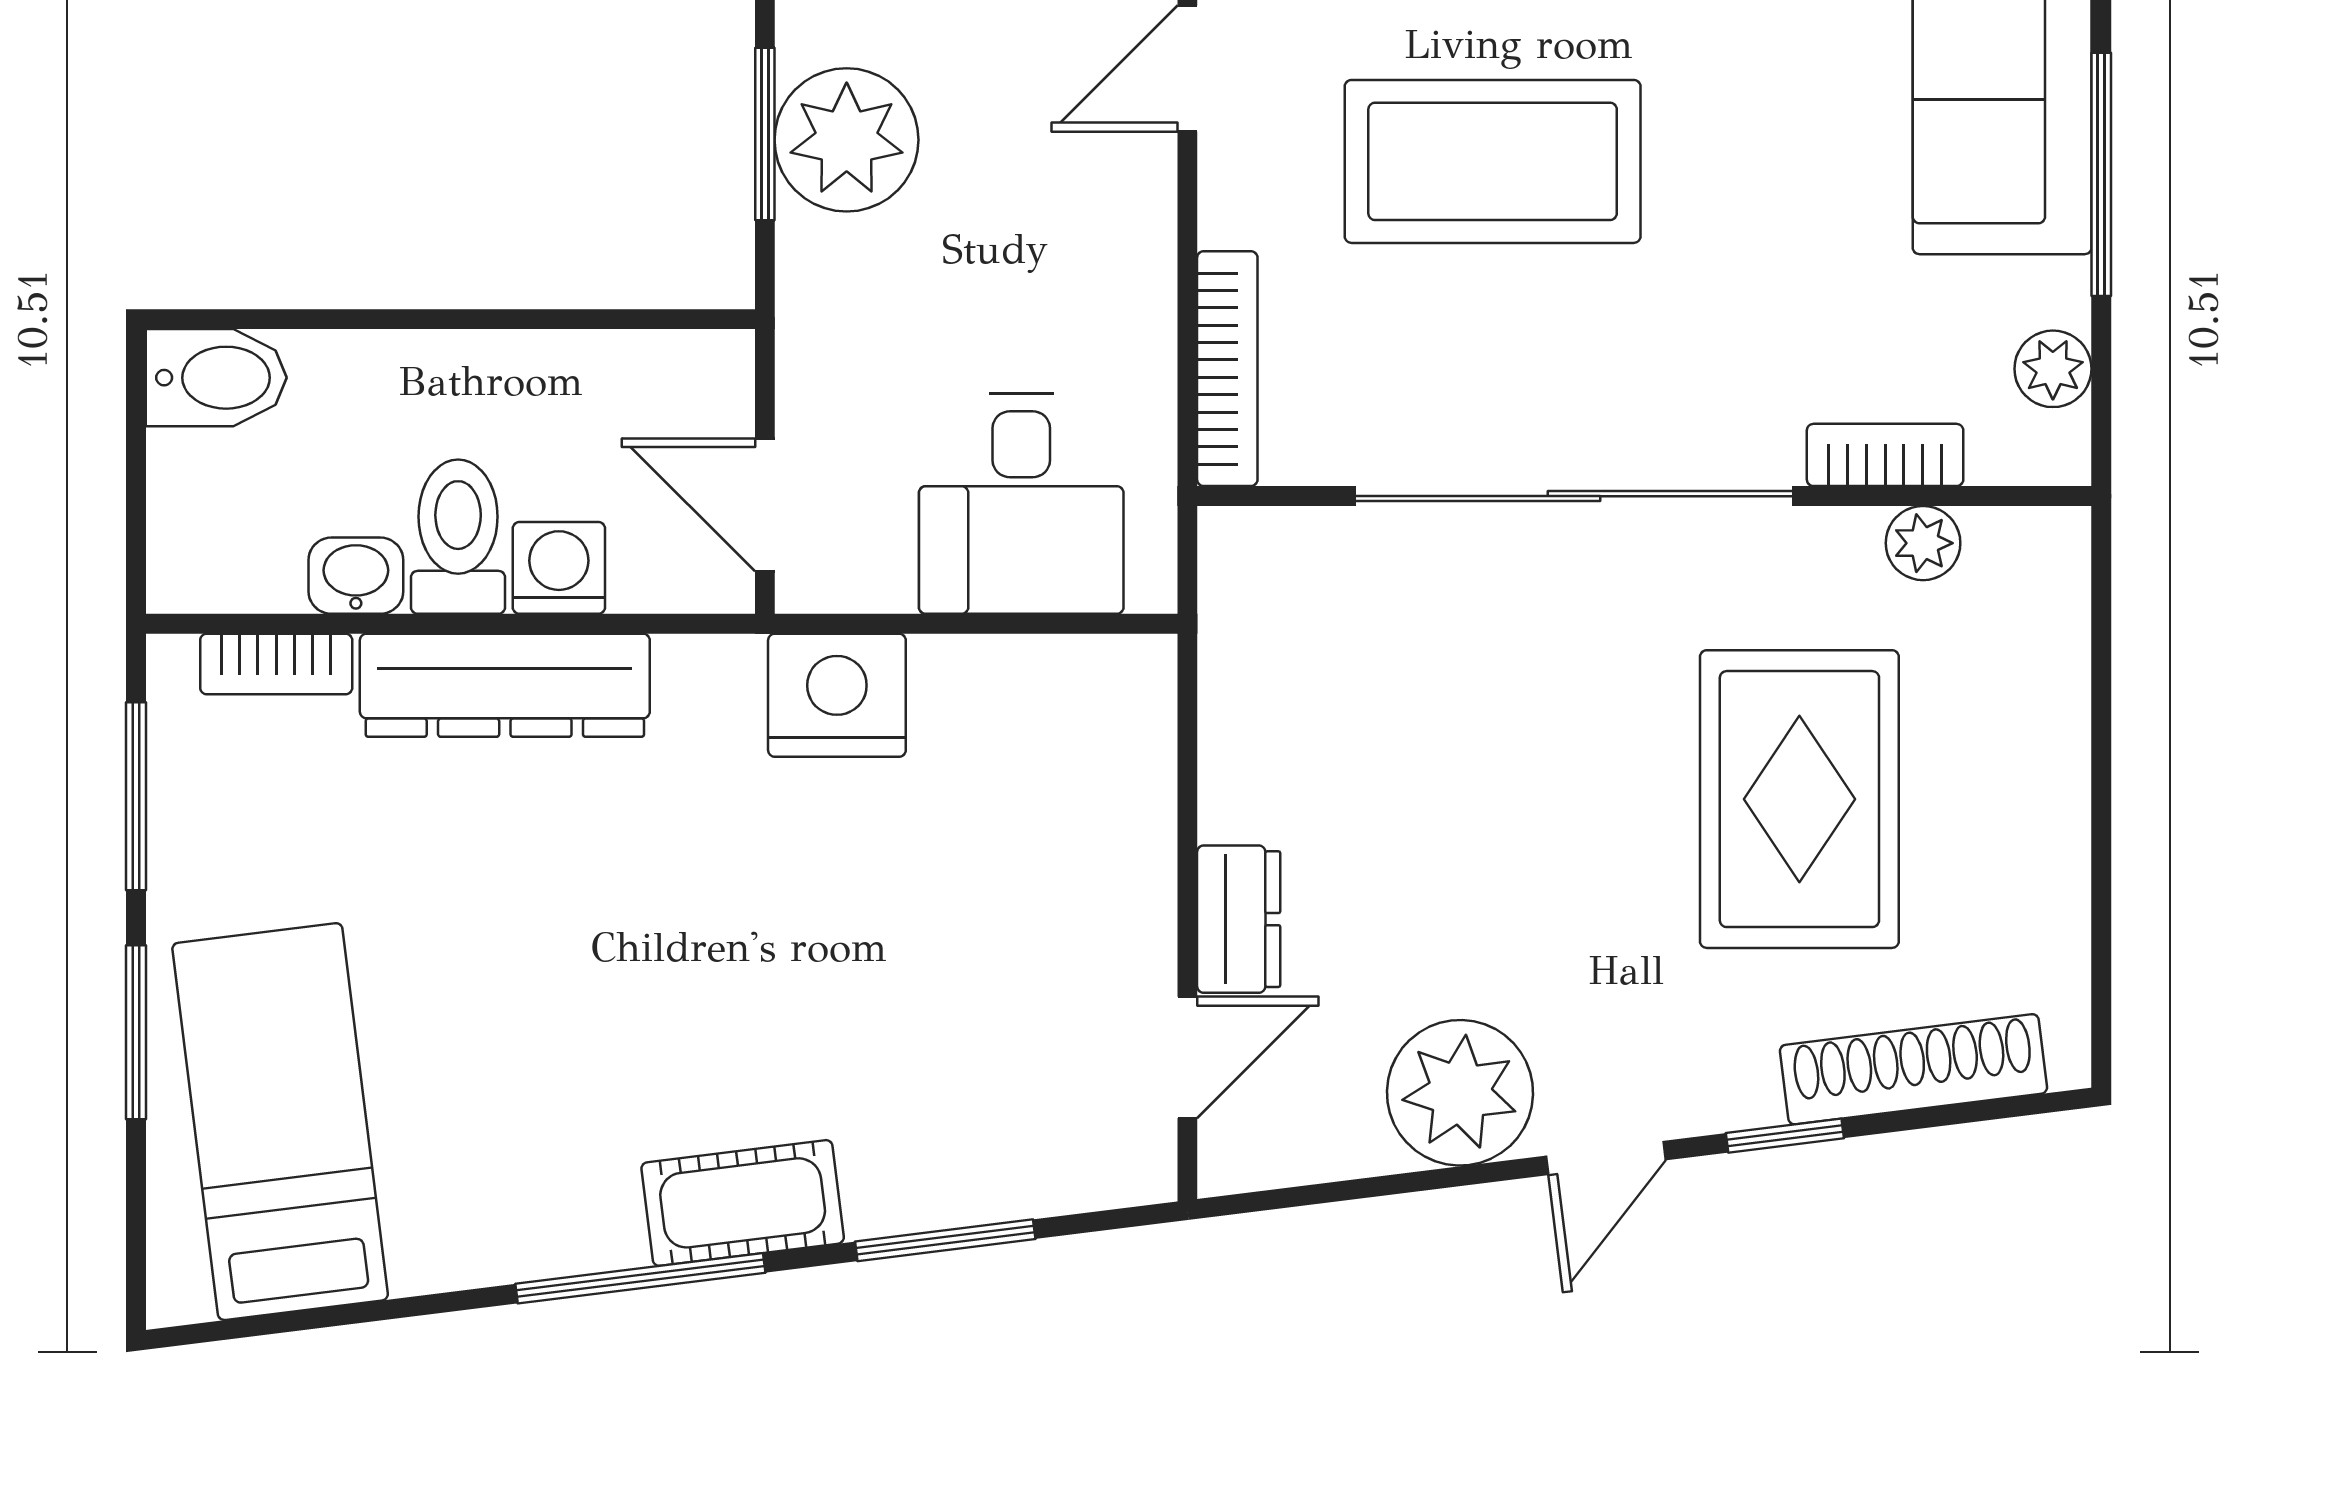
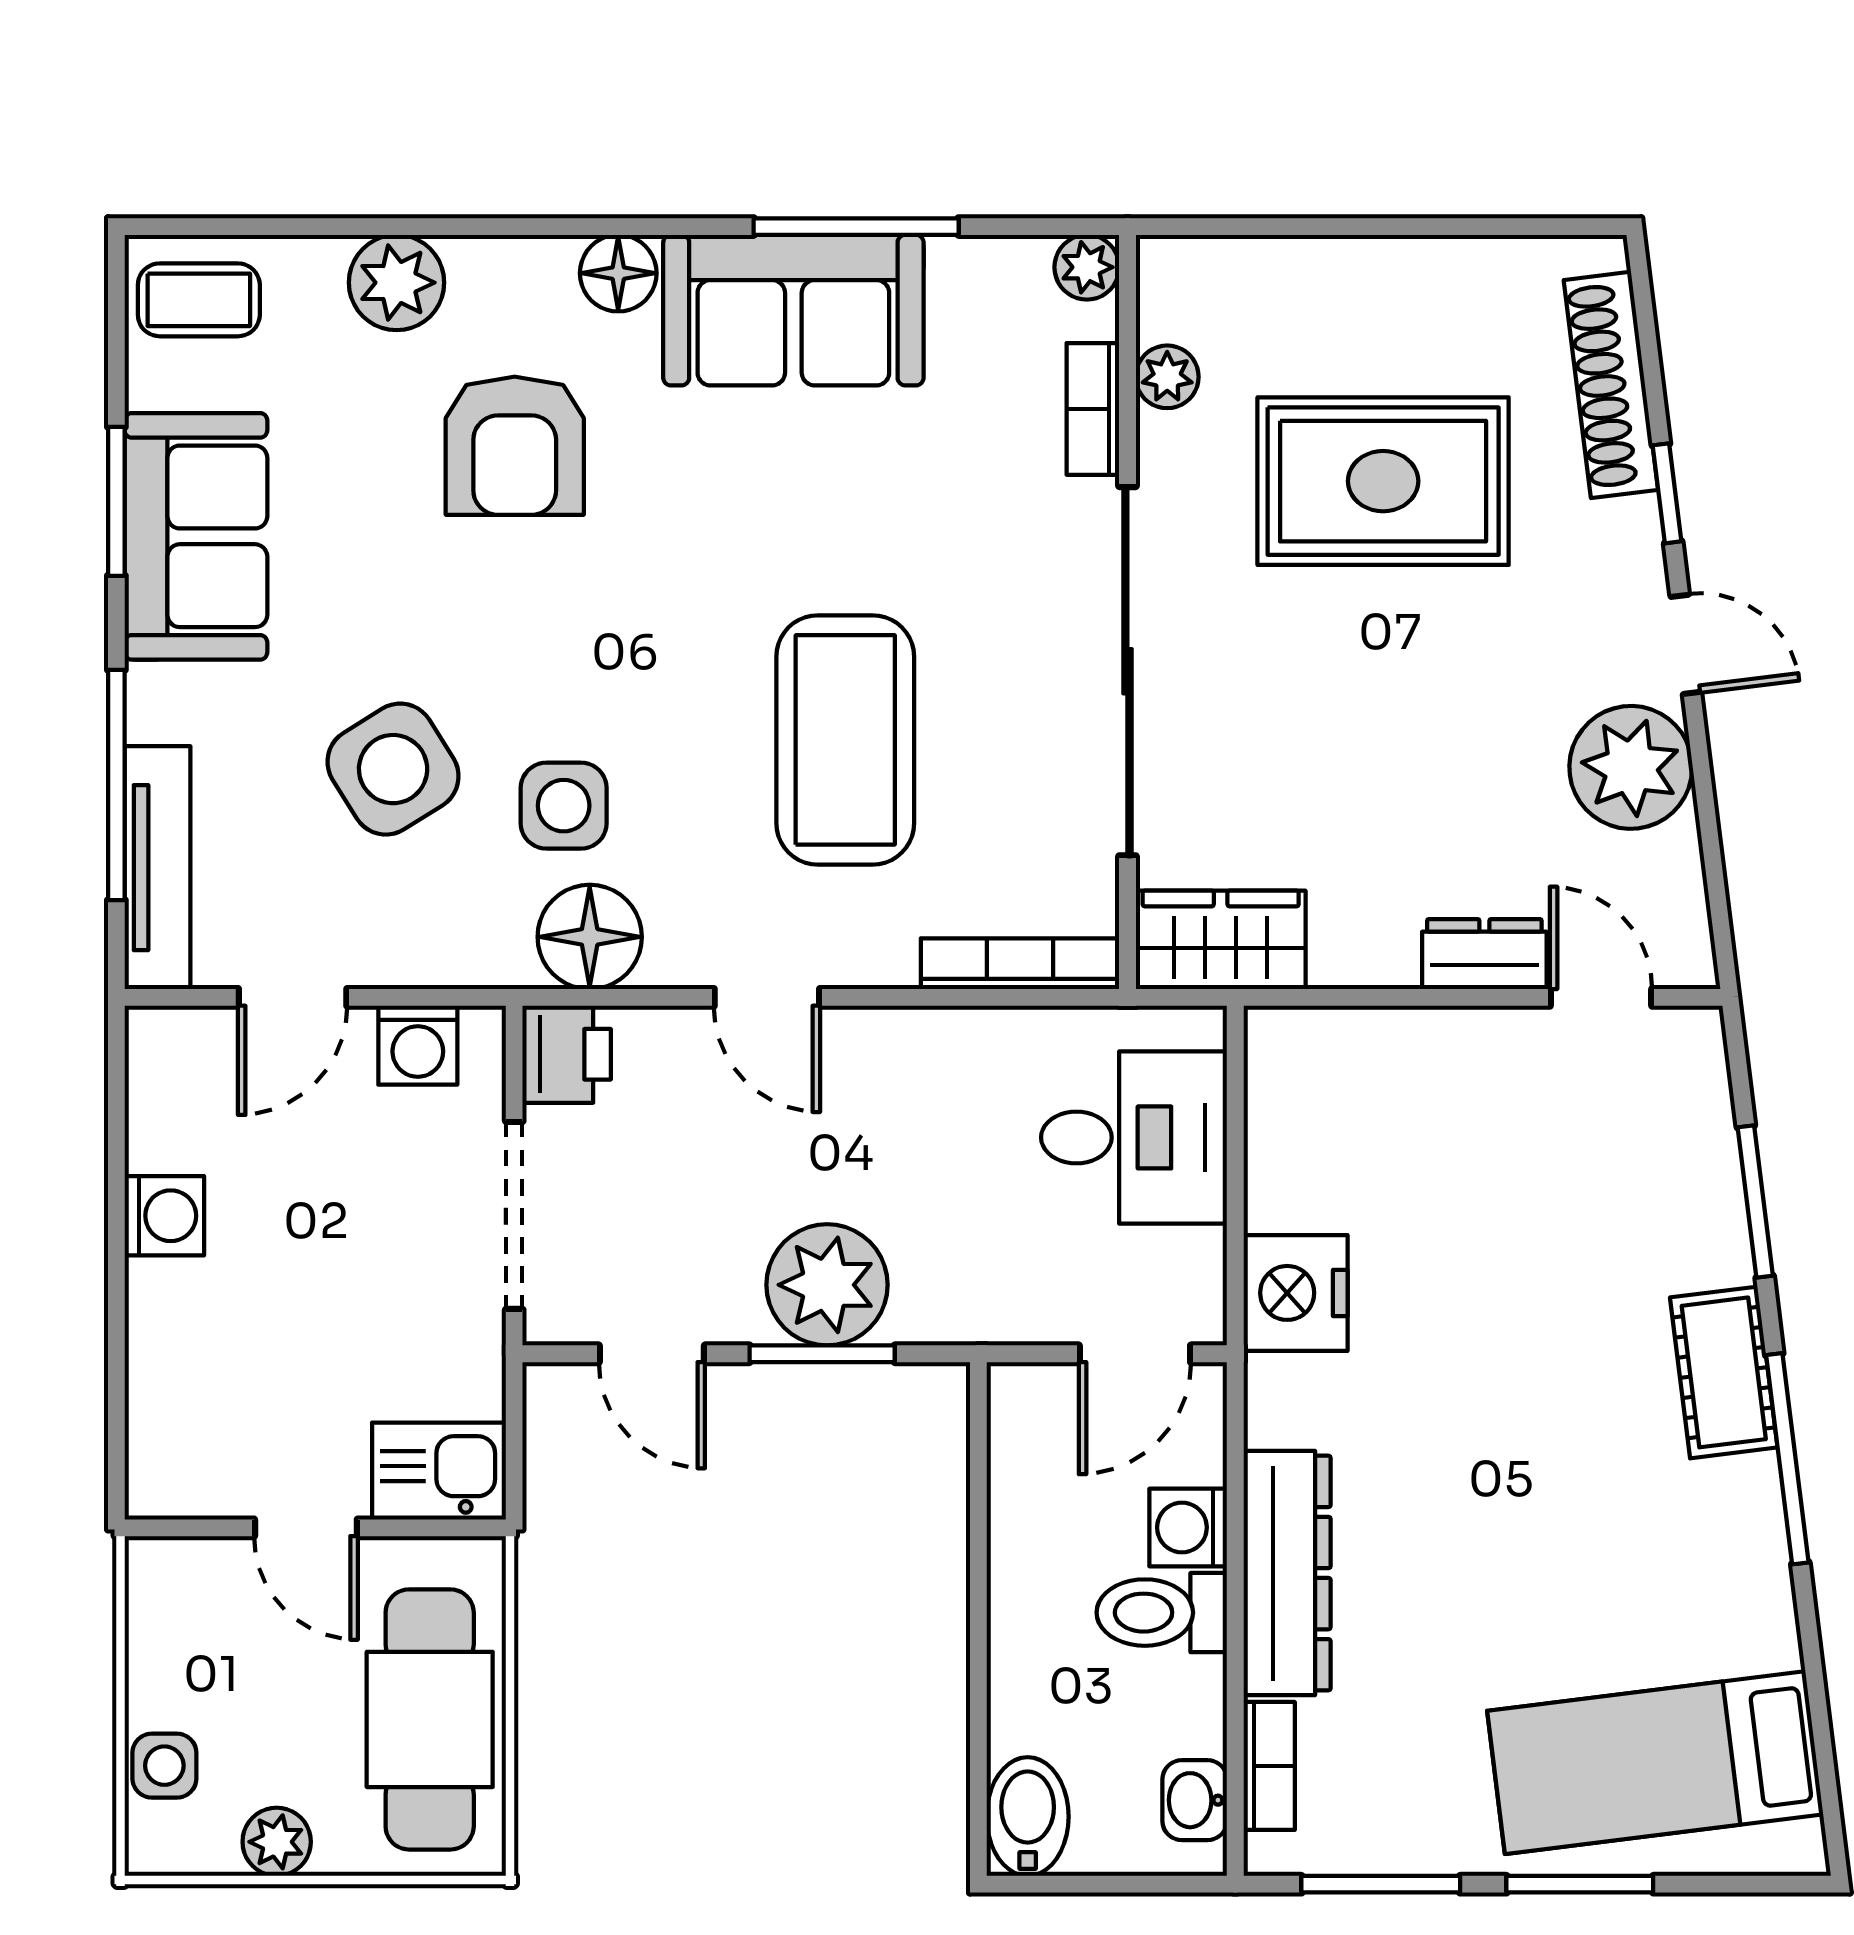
plant: (2053, 369) -> (1087, 267), moved
washbasin: (356, 576) -> (1195, 1800), moved
wardrobe: (1256, 606) -> (1221, 940), added

